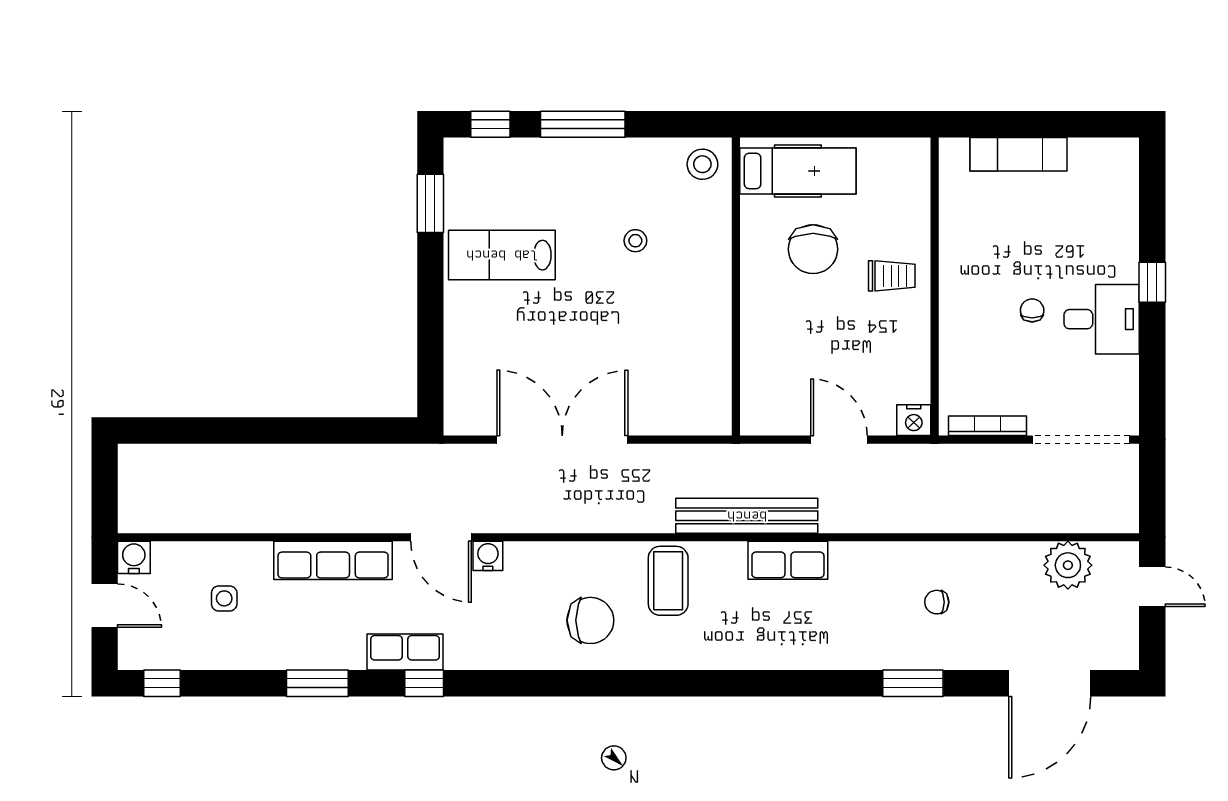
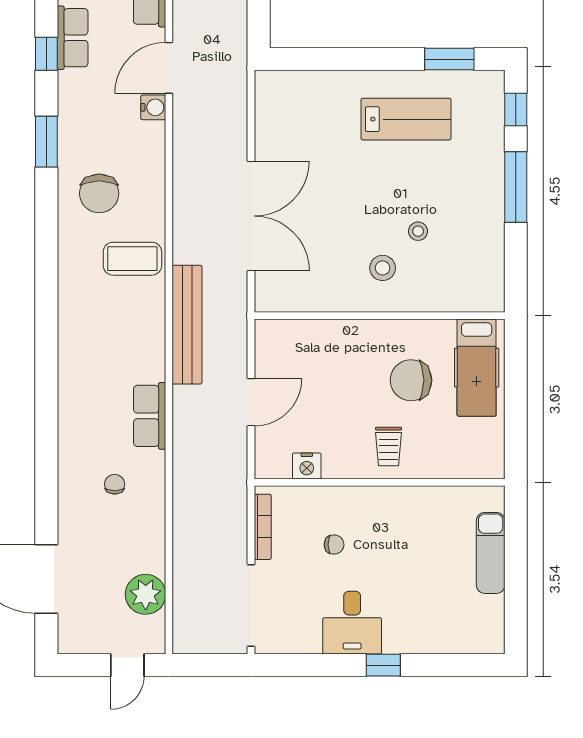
stool: (702, 164) -> (383, 268), moved
lab bench: (502, 255) -> (406, 119), turned 90
chair: (1032, 310) -> (334, 545), moved
nightstand: (914, 420) -> (307, 466), moved, turned -90
double door: (562, 440) -> (251, 216), moved
row of seats: (788, 560) -> (150, 416), moved
window: (913, 683) -> (46, 142), moved

